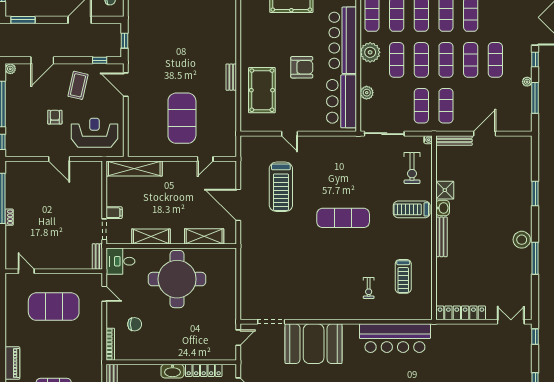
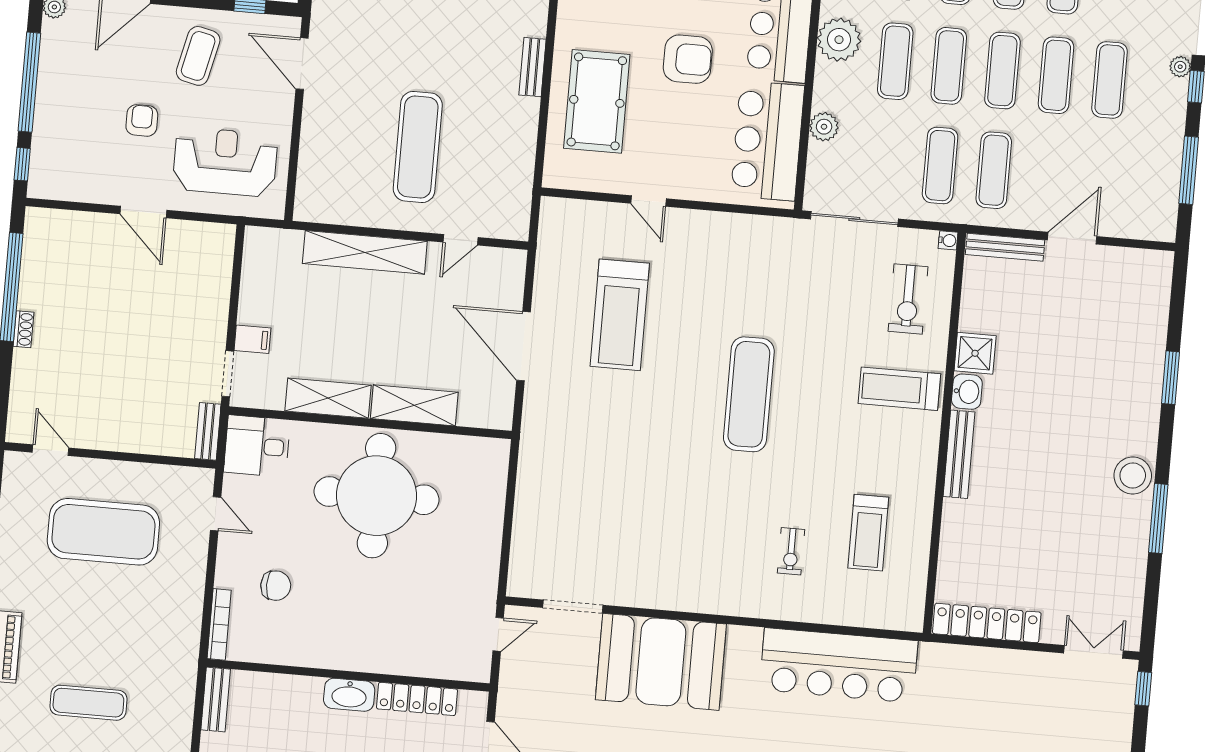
plant: (527, 82) -> (1180, 67), moved
exercise mat: (182, 118) -> (418, 147), width x0.68
shelving: (134, 168) -> (365, 252), moved
exercise mat: (343, 218) -> (749, 394), turned 90
shelving: (204, 236) -> (414, 405), moved

